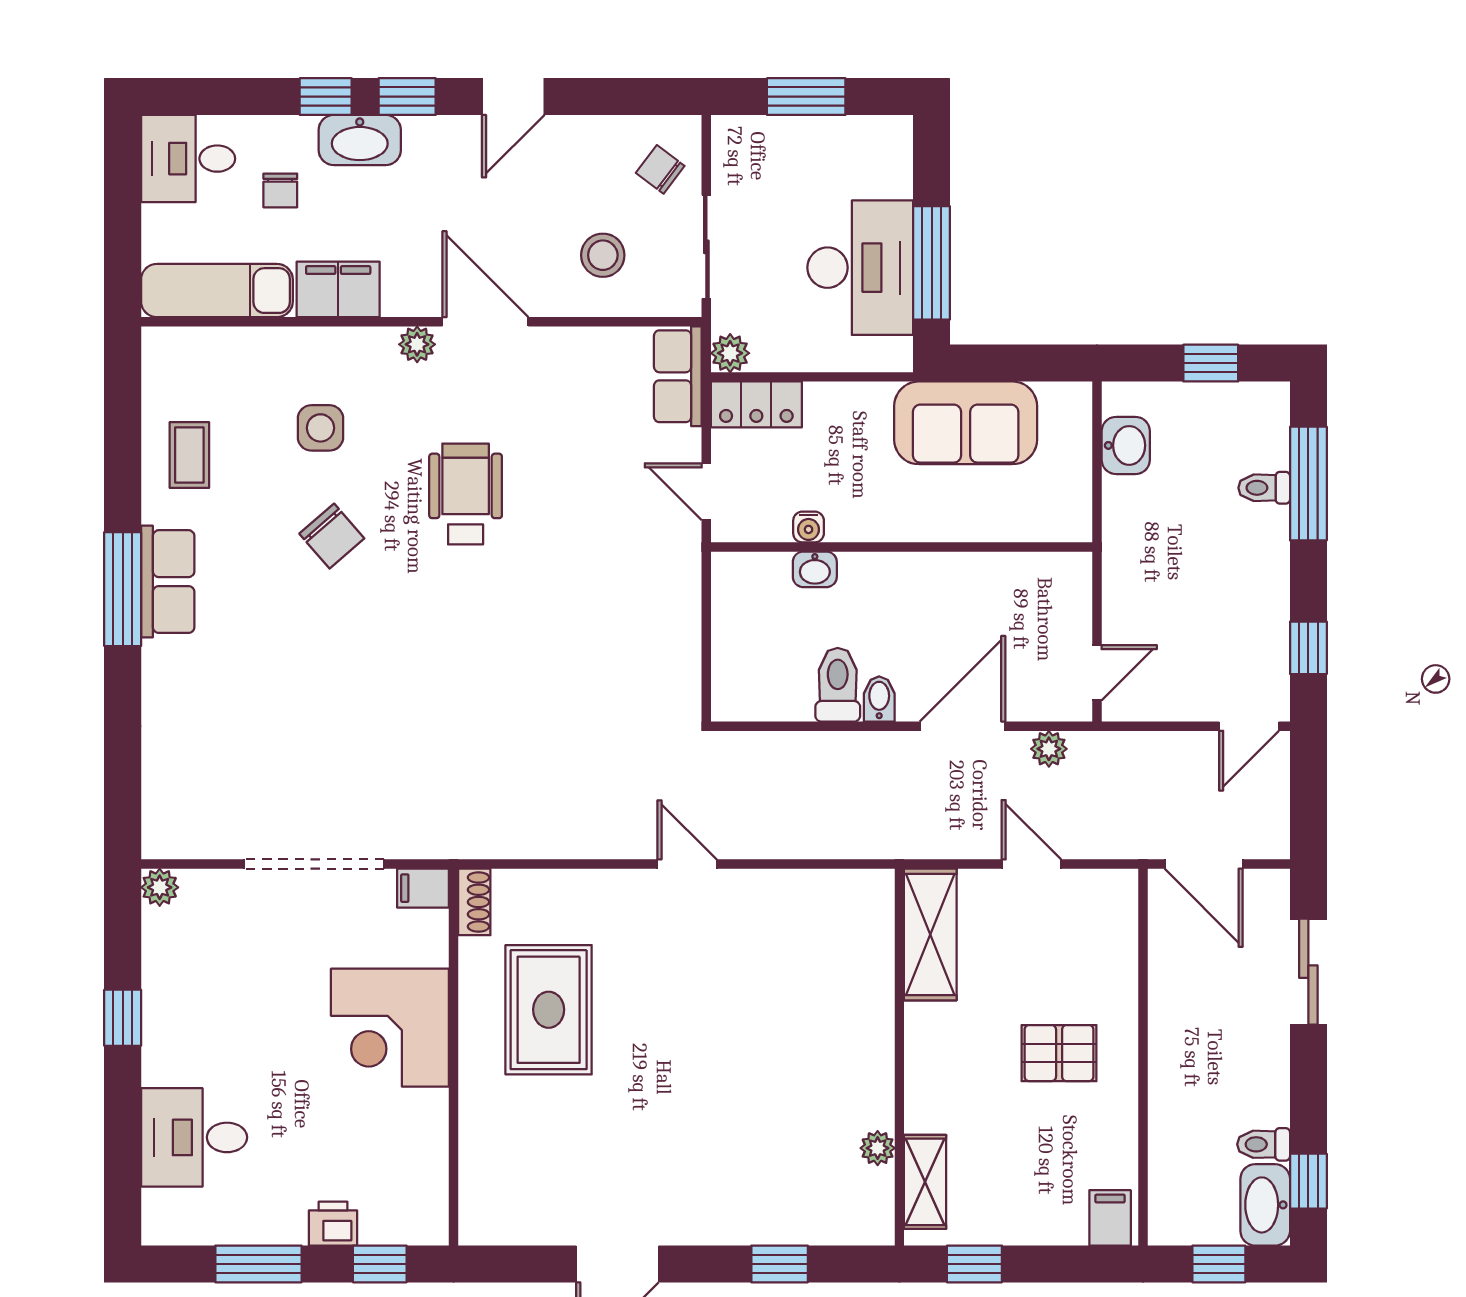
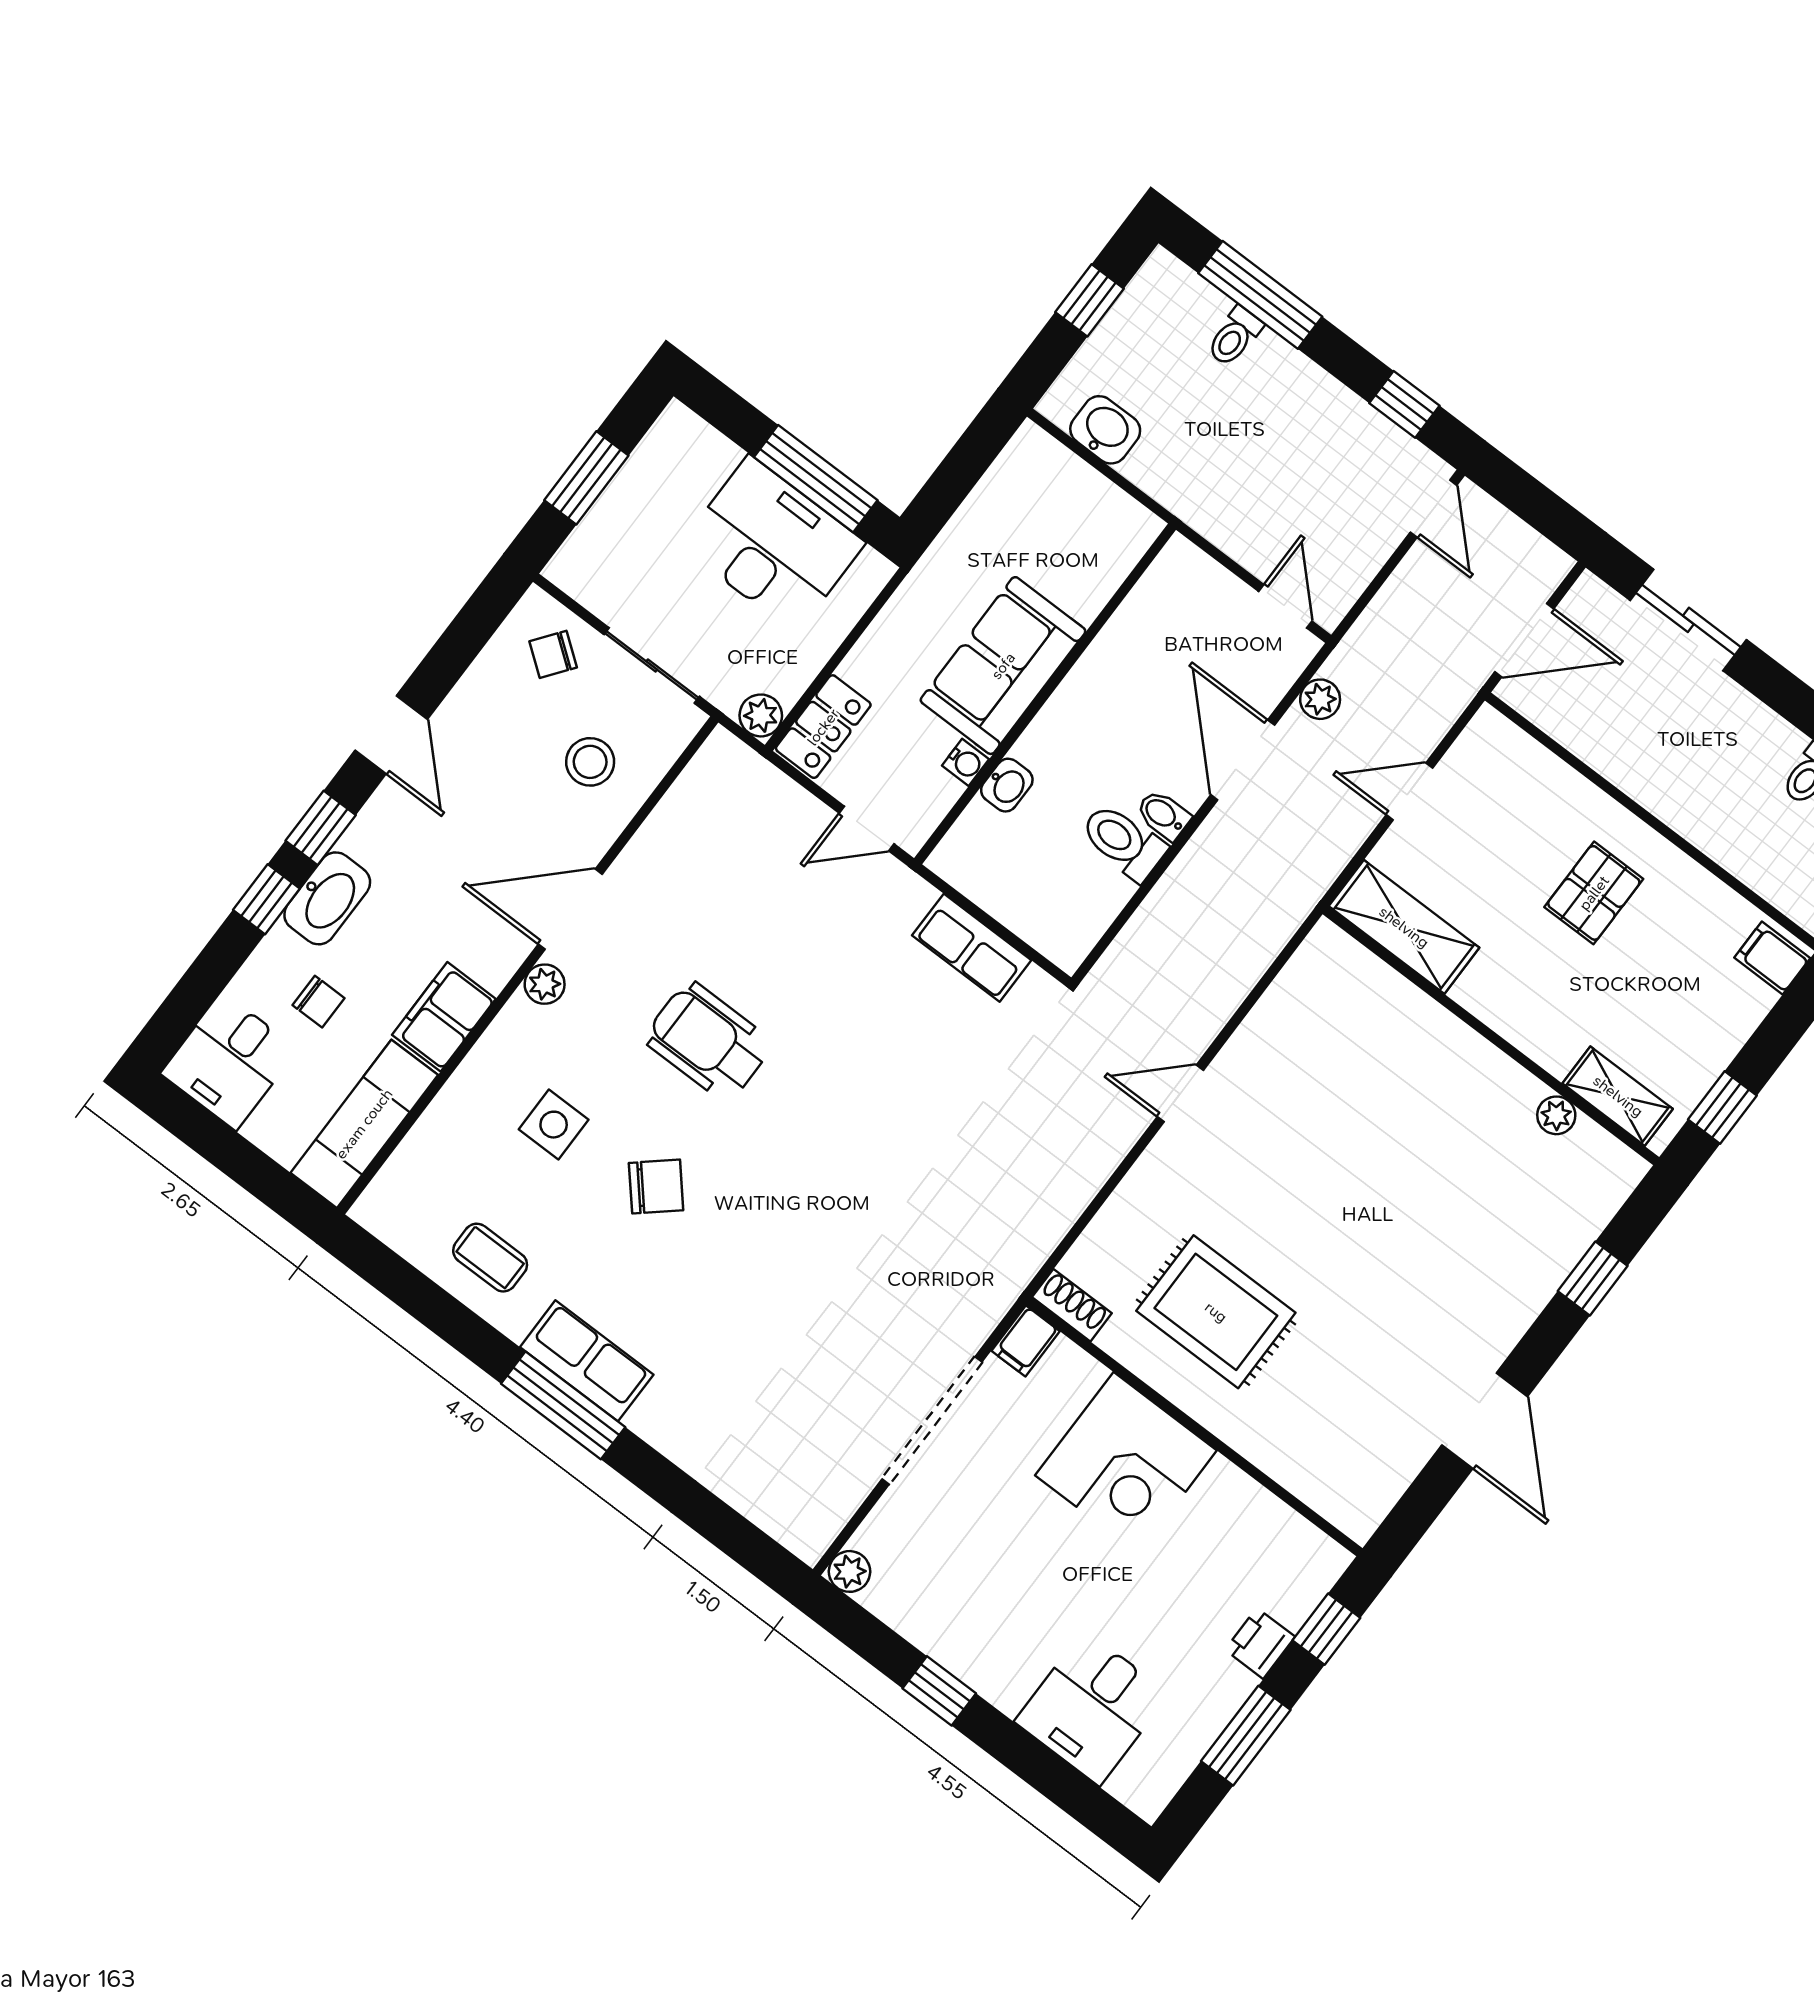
row of seats: (678, 376) -> (972, 948), moved
sofa: (966, 423) -> (1003, 666), moved, turned 180

